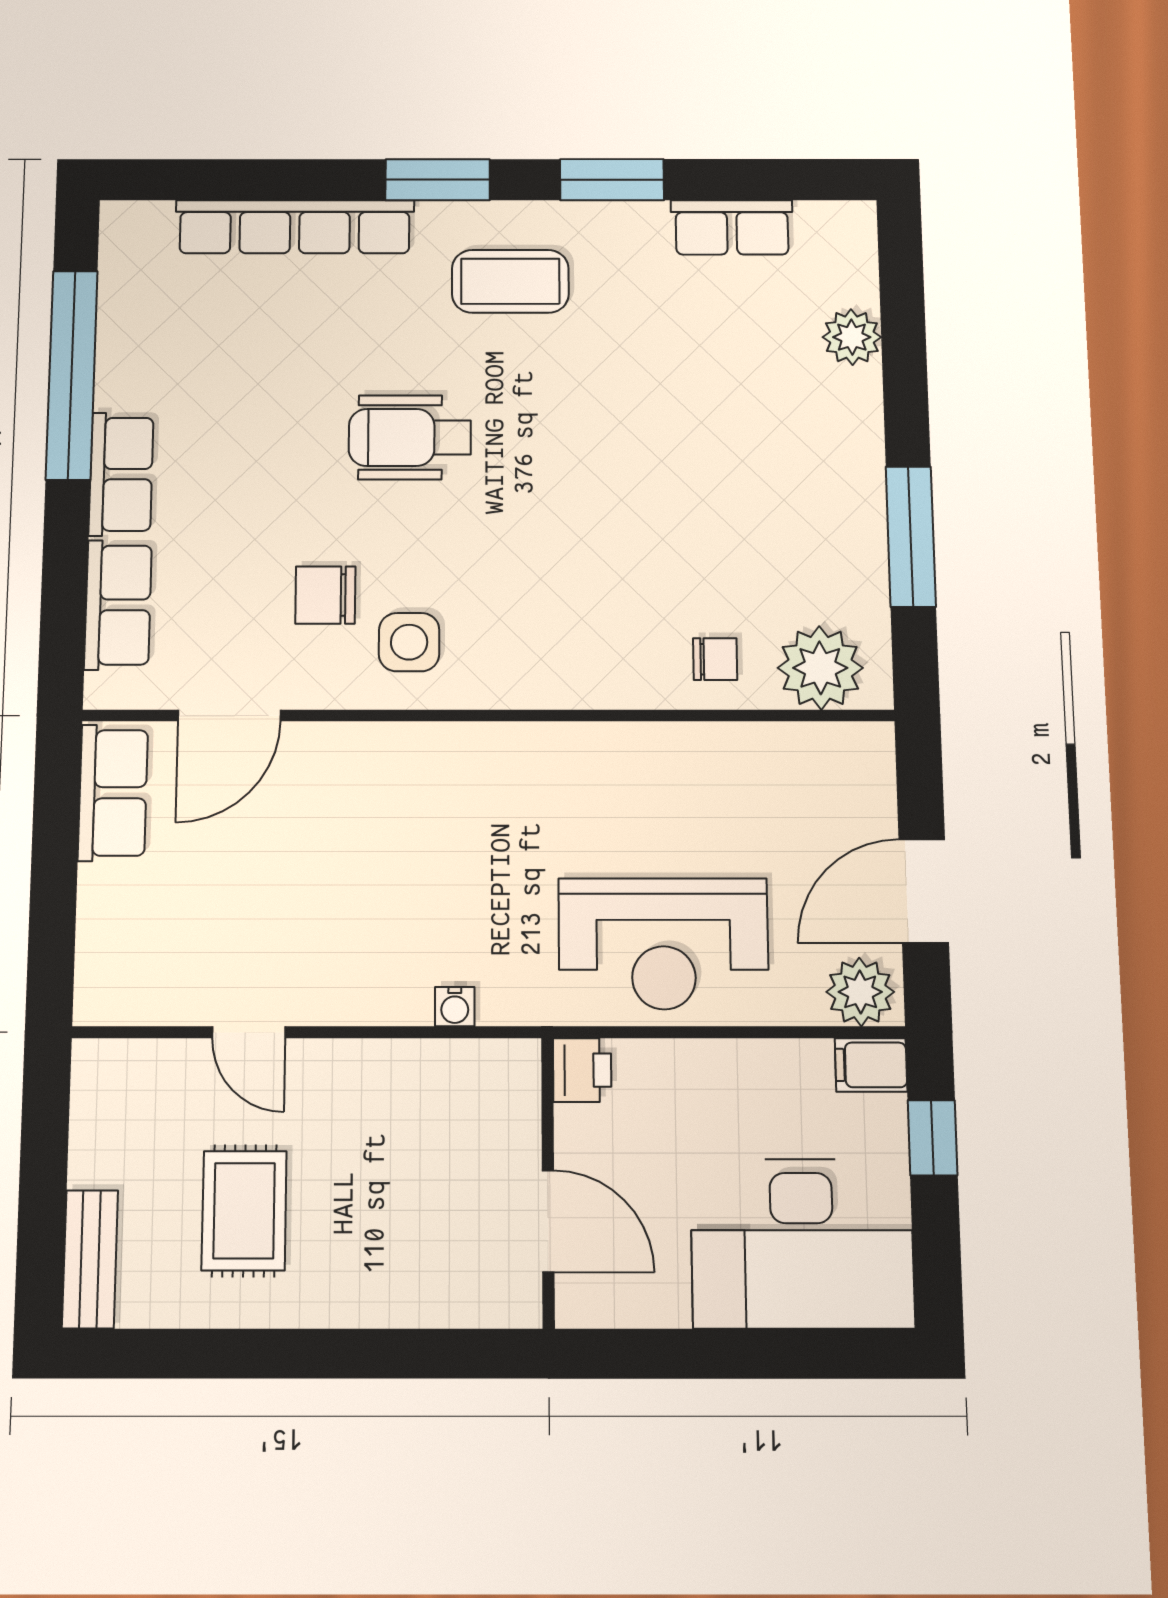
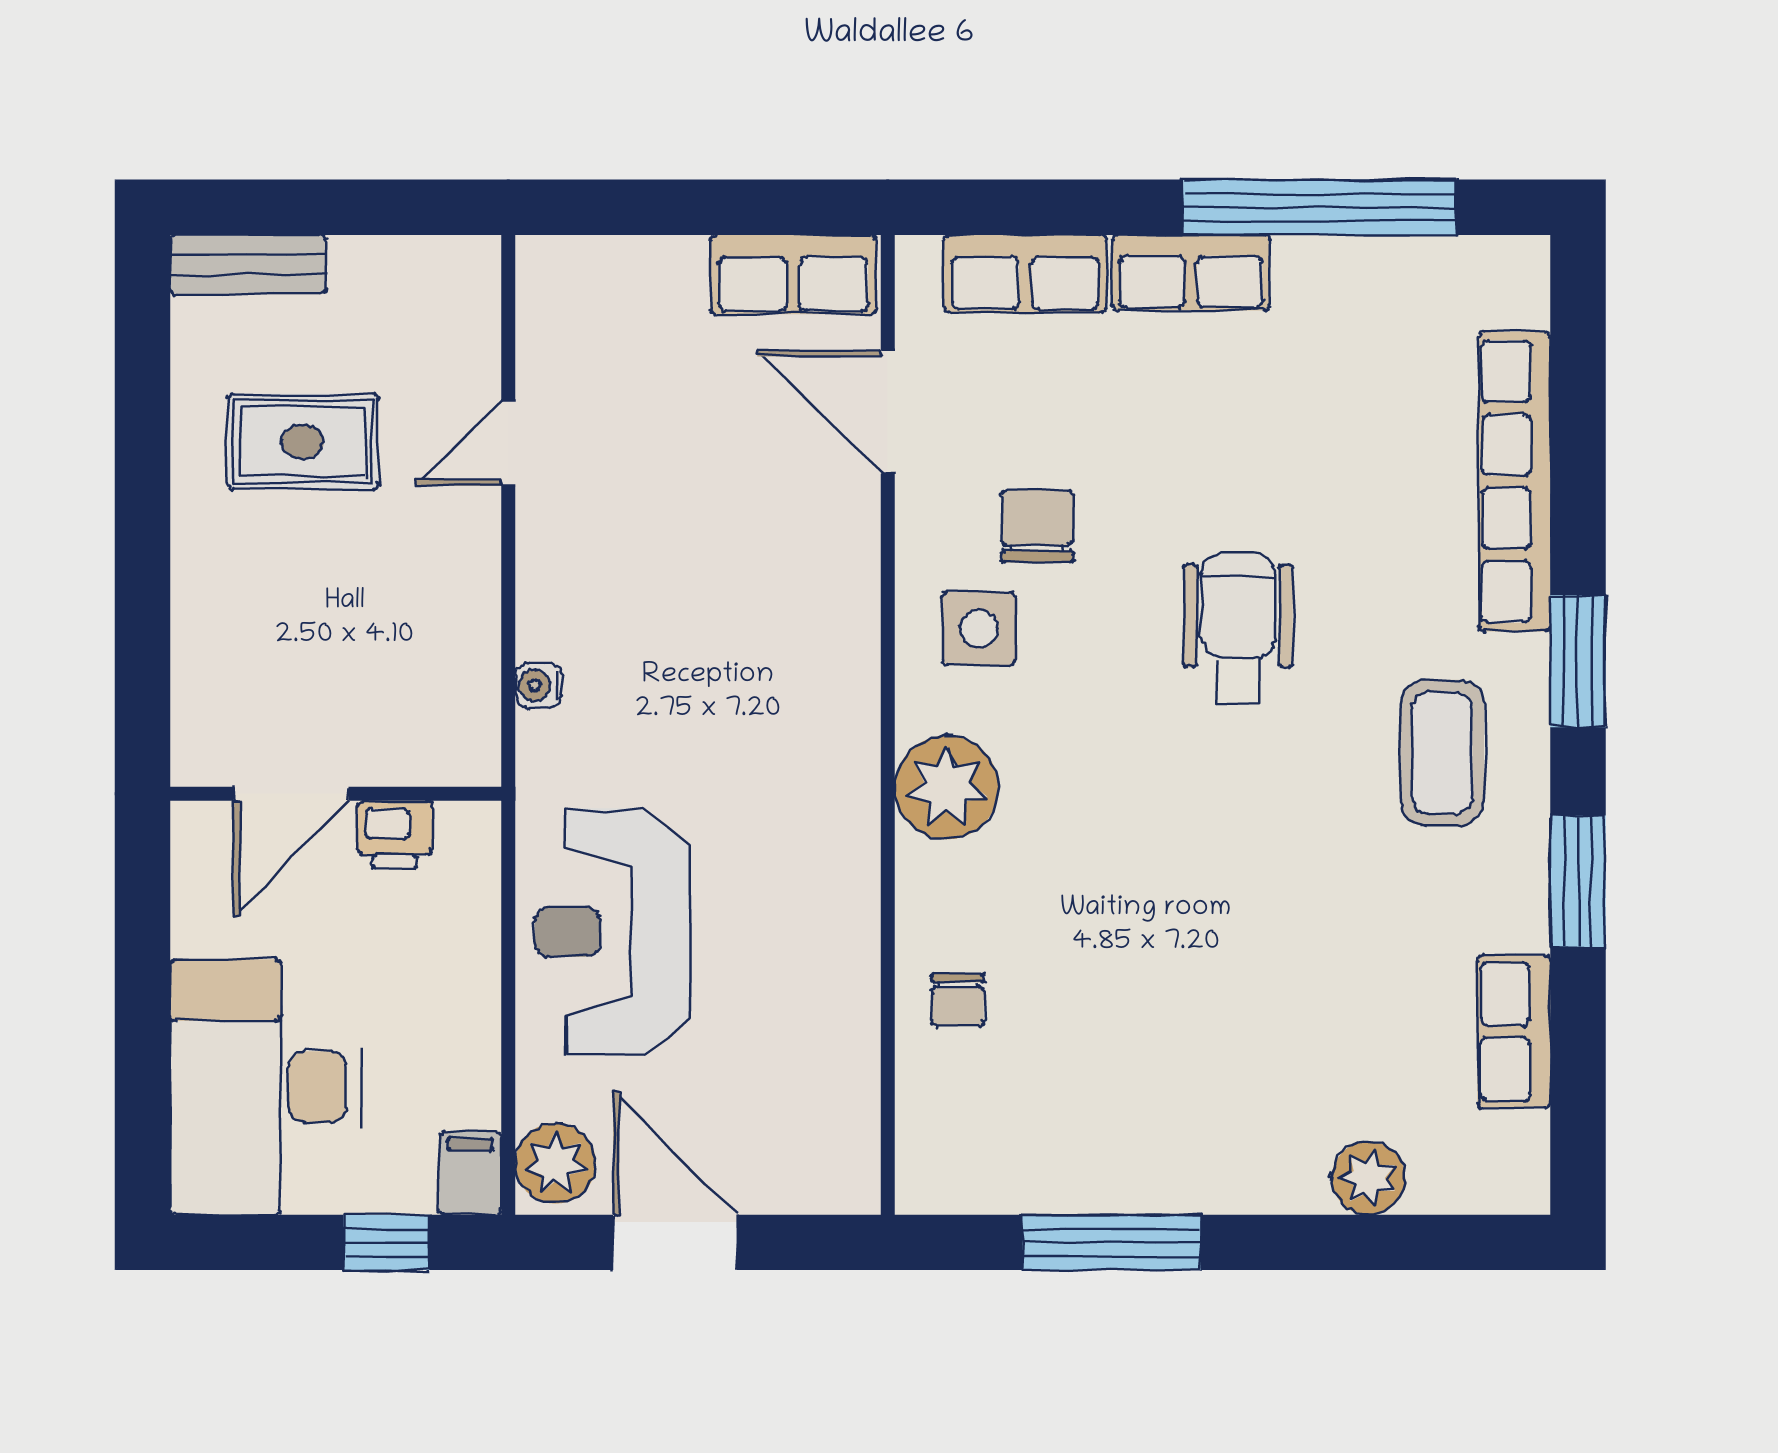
plant: (820, 668) -> (947, 787), moved
printer: (582, 1070) -> (395, 835), moved

